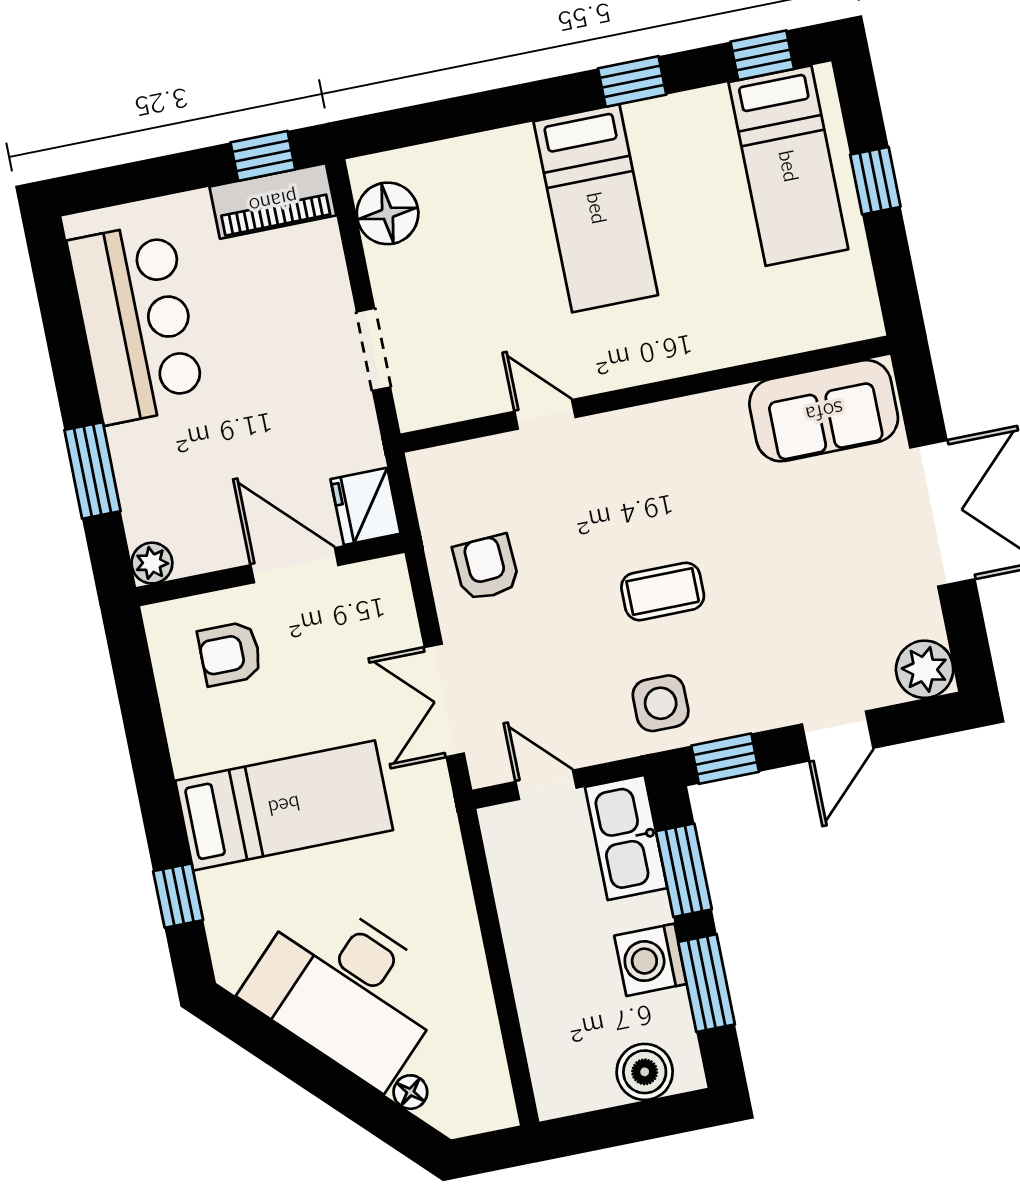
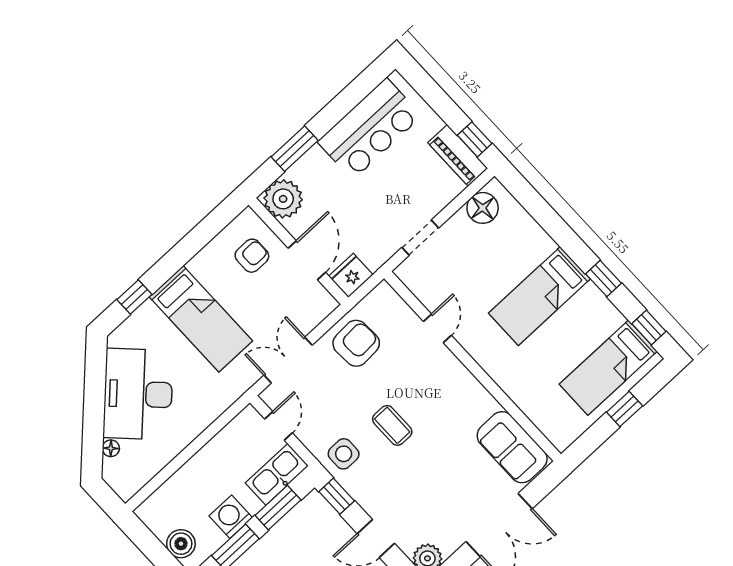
plant: (152, 563) -> (283, 199), width x1.87, depth x1.87
armchair: (486, 568) -> (356, 343), width x1.38, depth x1.38
armchair: (230, 654) -> (252, 256), turned 90

